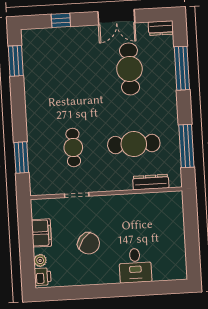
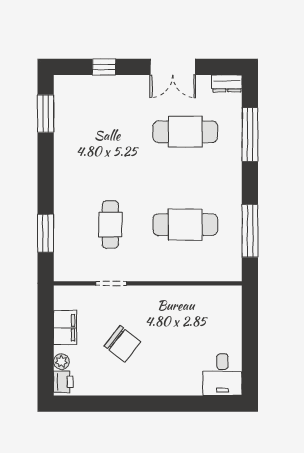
cafe table: (129, 69) -> (185, 132), turned 90
dresser: (151, 182) -> (203, 273), removed
desk: (135, 266) -> (222, 375), moved

